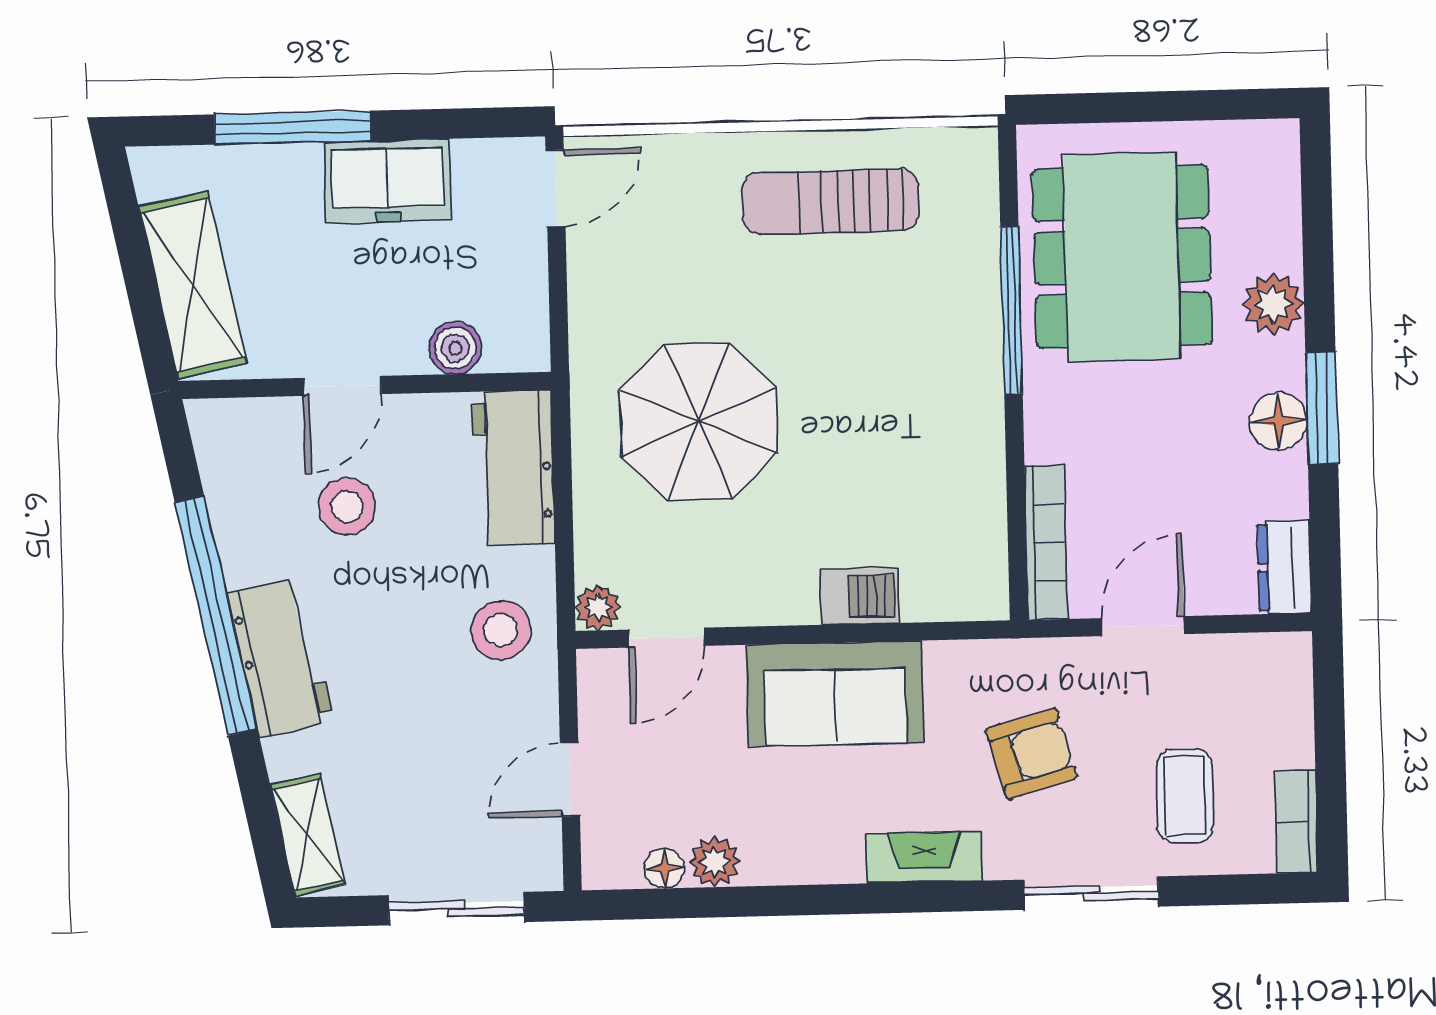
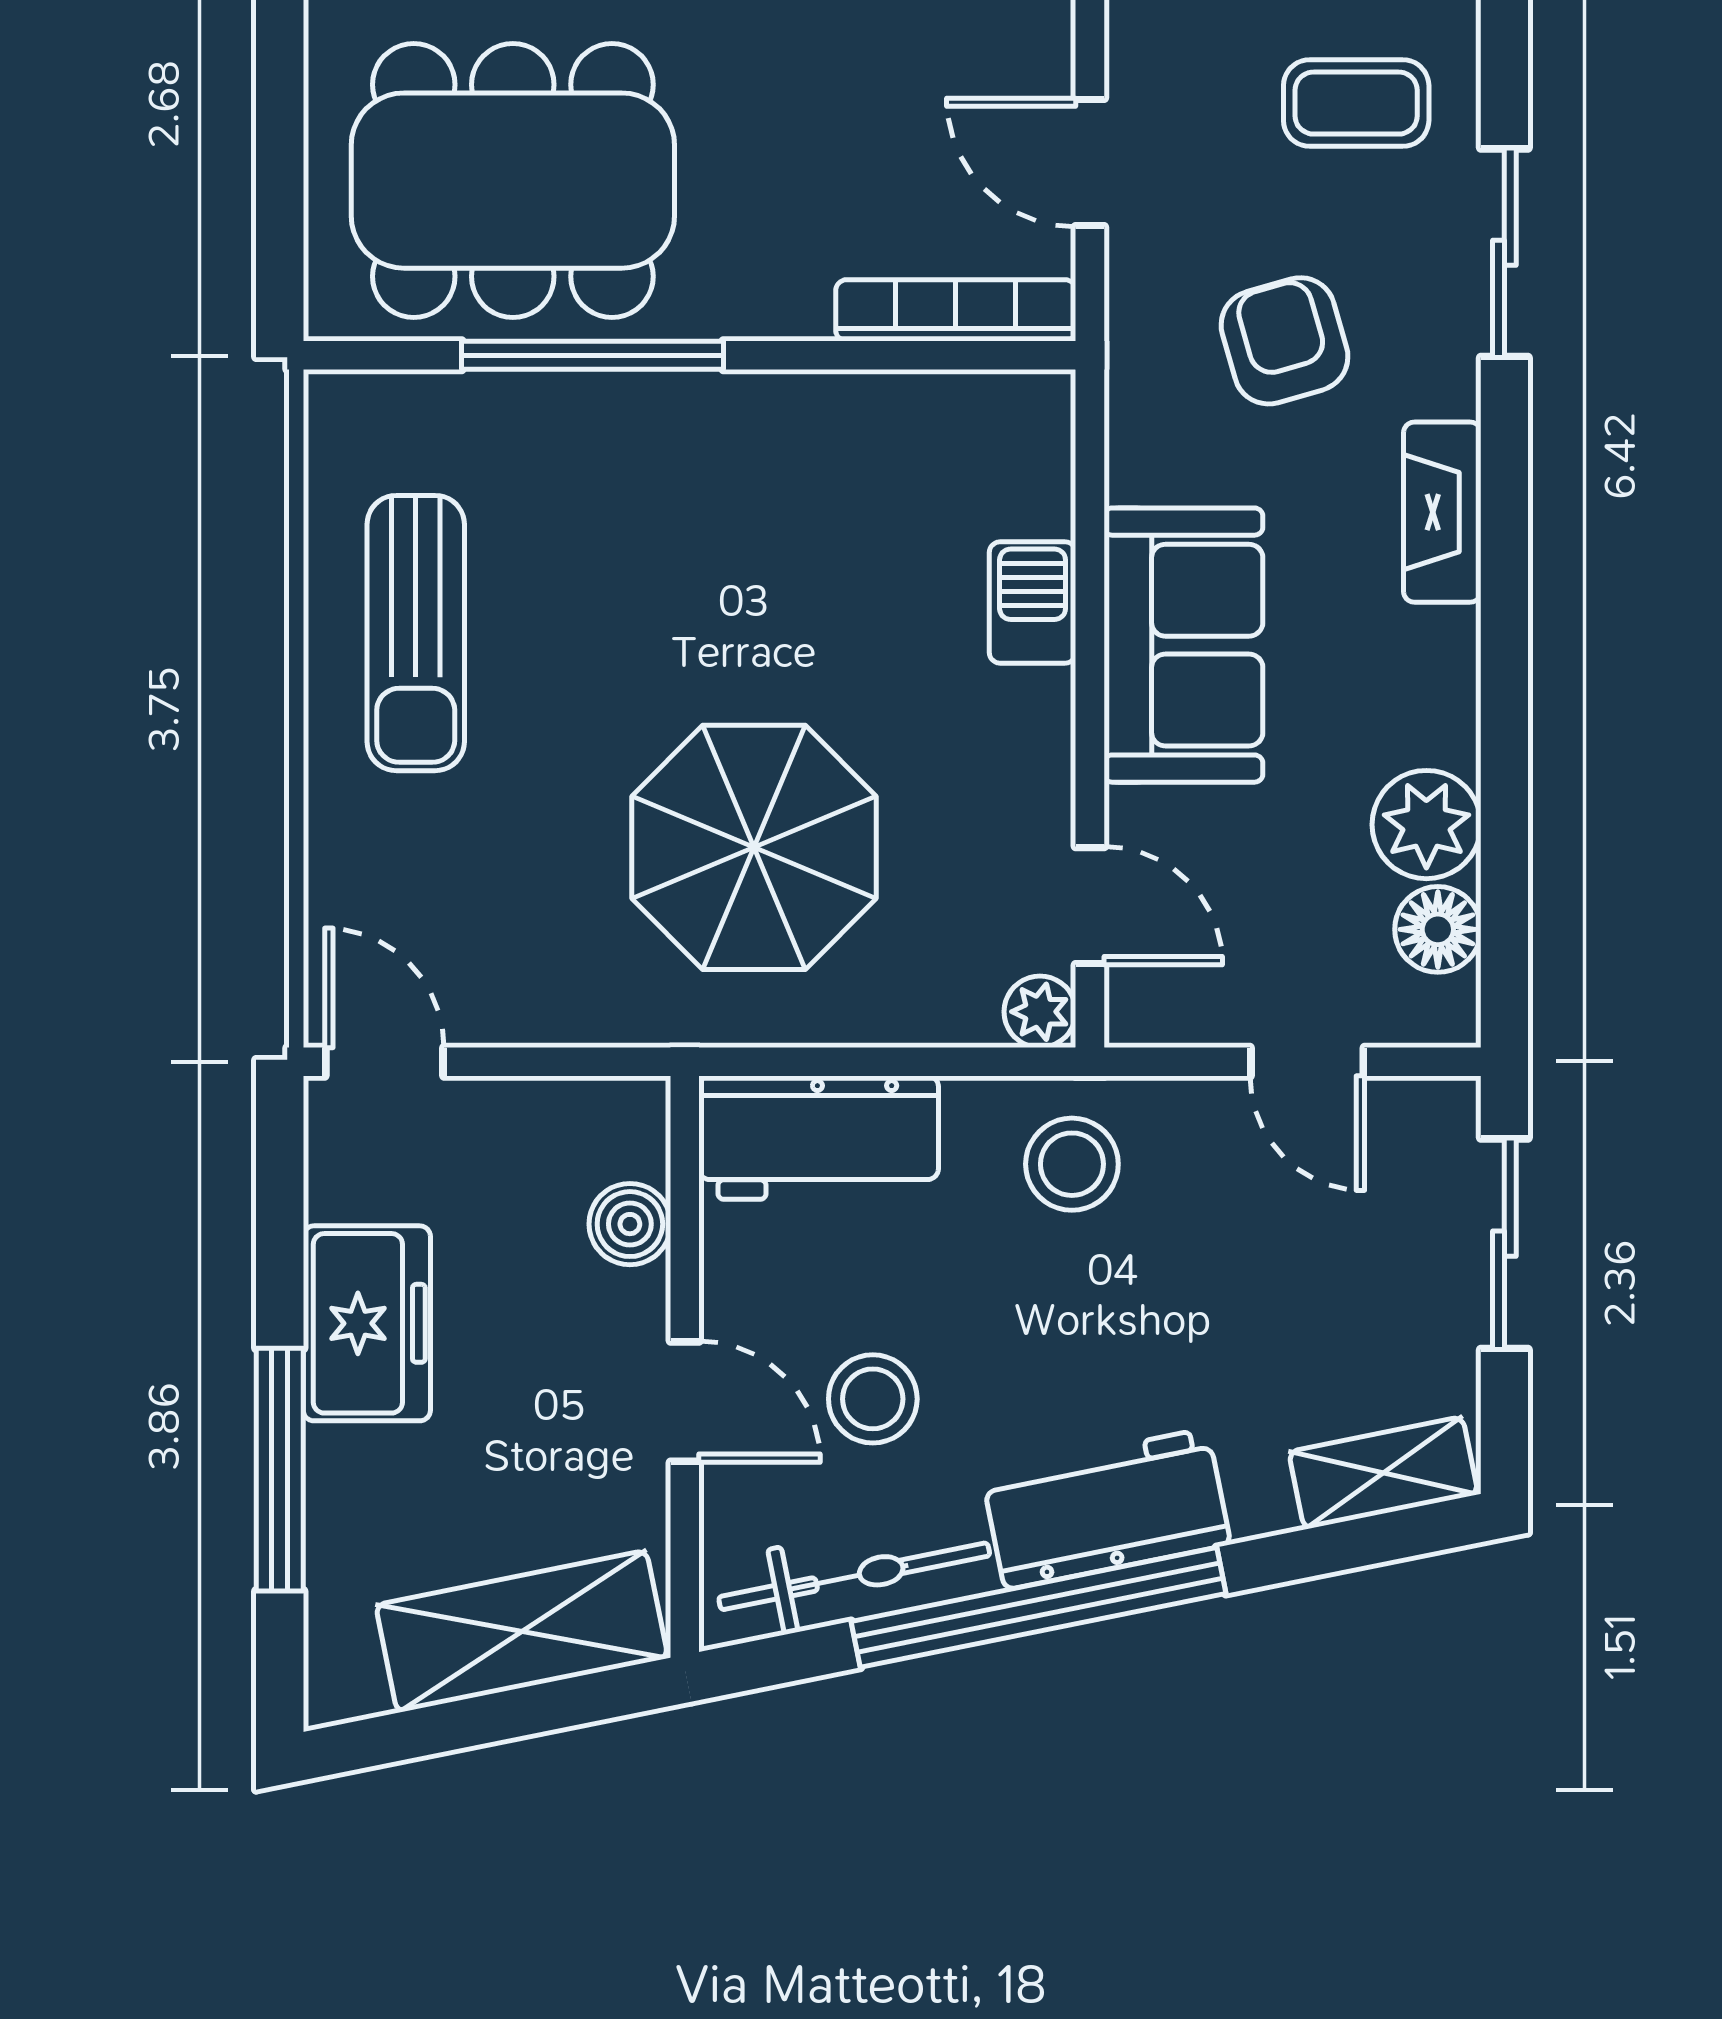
bicycle: (233, 497) -> (854, 1576), added
plant: (714, 862) -> (1426, 825), width x1.38, depth x1.38
floor lamp: (664, 868) -> (1438, 929), width x1.37, depth x1.37

